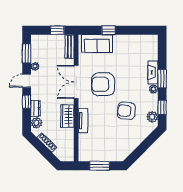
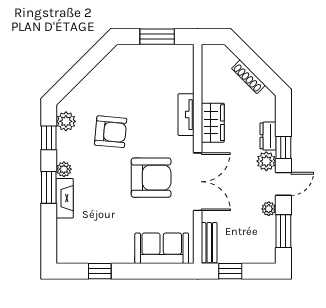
window: (108, 30) -> (100, 271), moved
plant: (36, 123) -> (266, 161), moved

